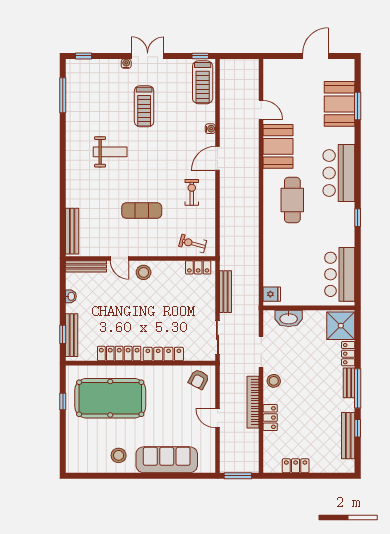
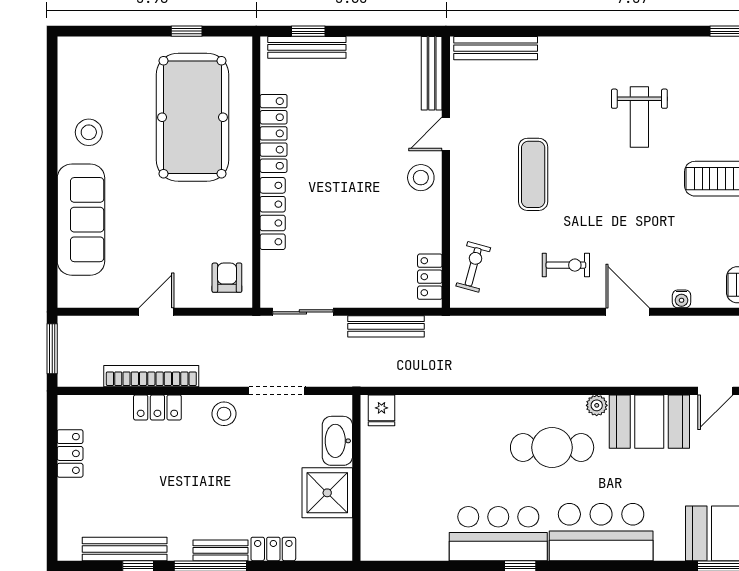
plant: (269, 175) -> (597, 405), added
bar counter: (340, 274) -> (498, 534), moved
washbasin: (71, 296) -> (377, 46), removed
shower: (341, 326) -> (327, 493), moved
armchair: (199, 379) -> (227, 278), turned 62
bookcase: (253, 402) -> (151, 376), moved

